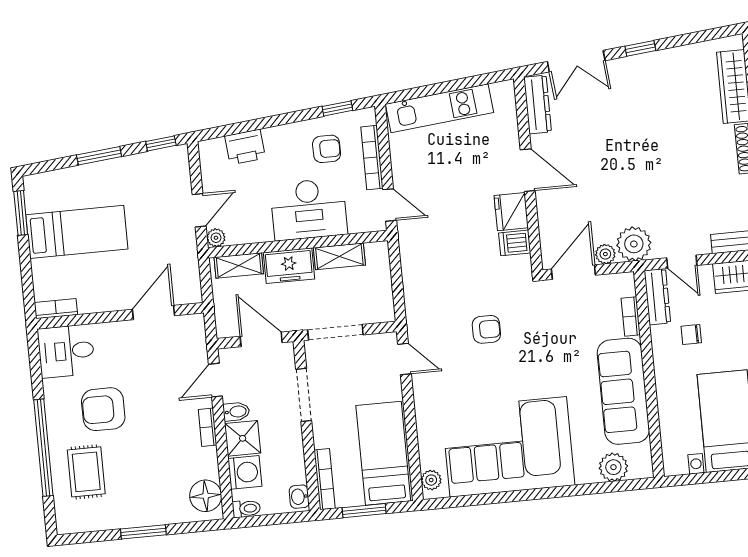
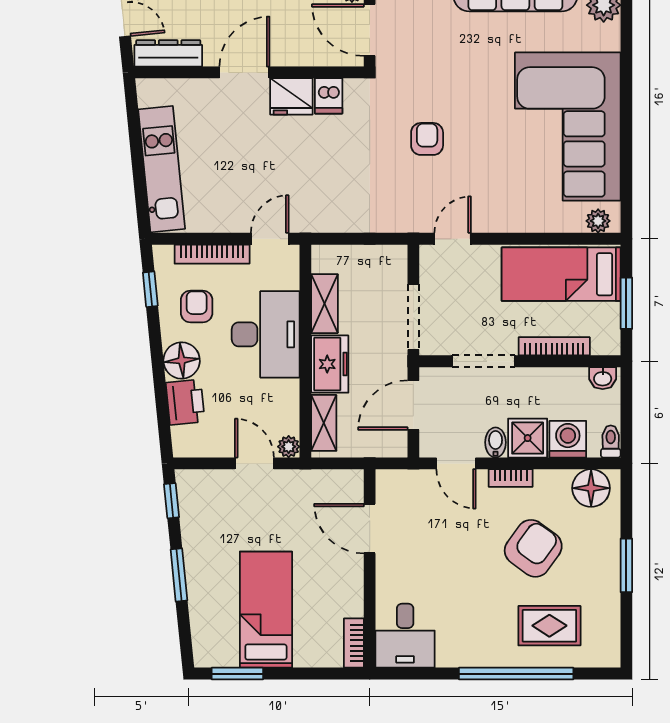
floor lamp: (280, 141) -> (182, 360), added
armchair: (103, 409) -> (533, 548), moved, turned -144
bookcase: (325, 479) -> (554, 346), moved

